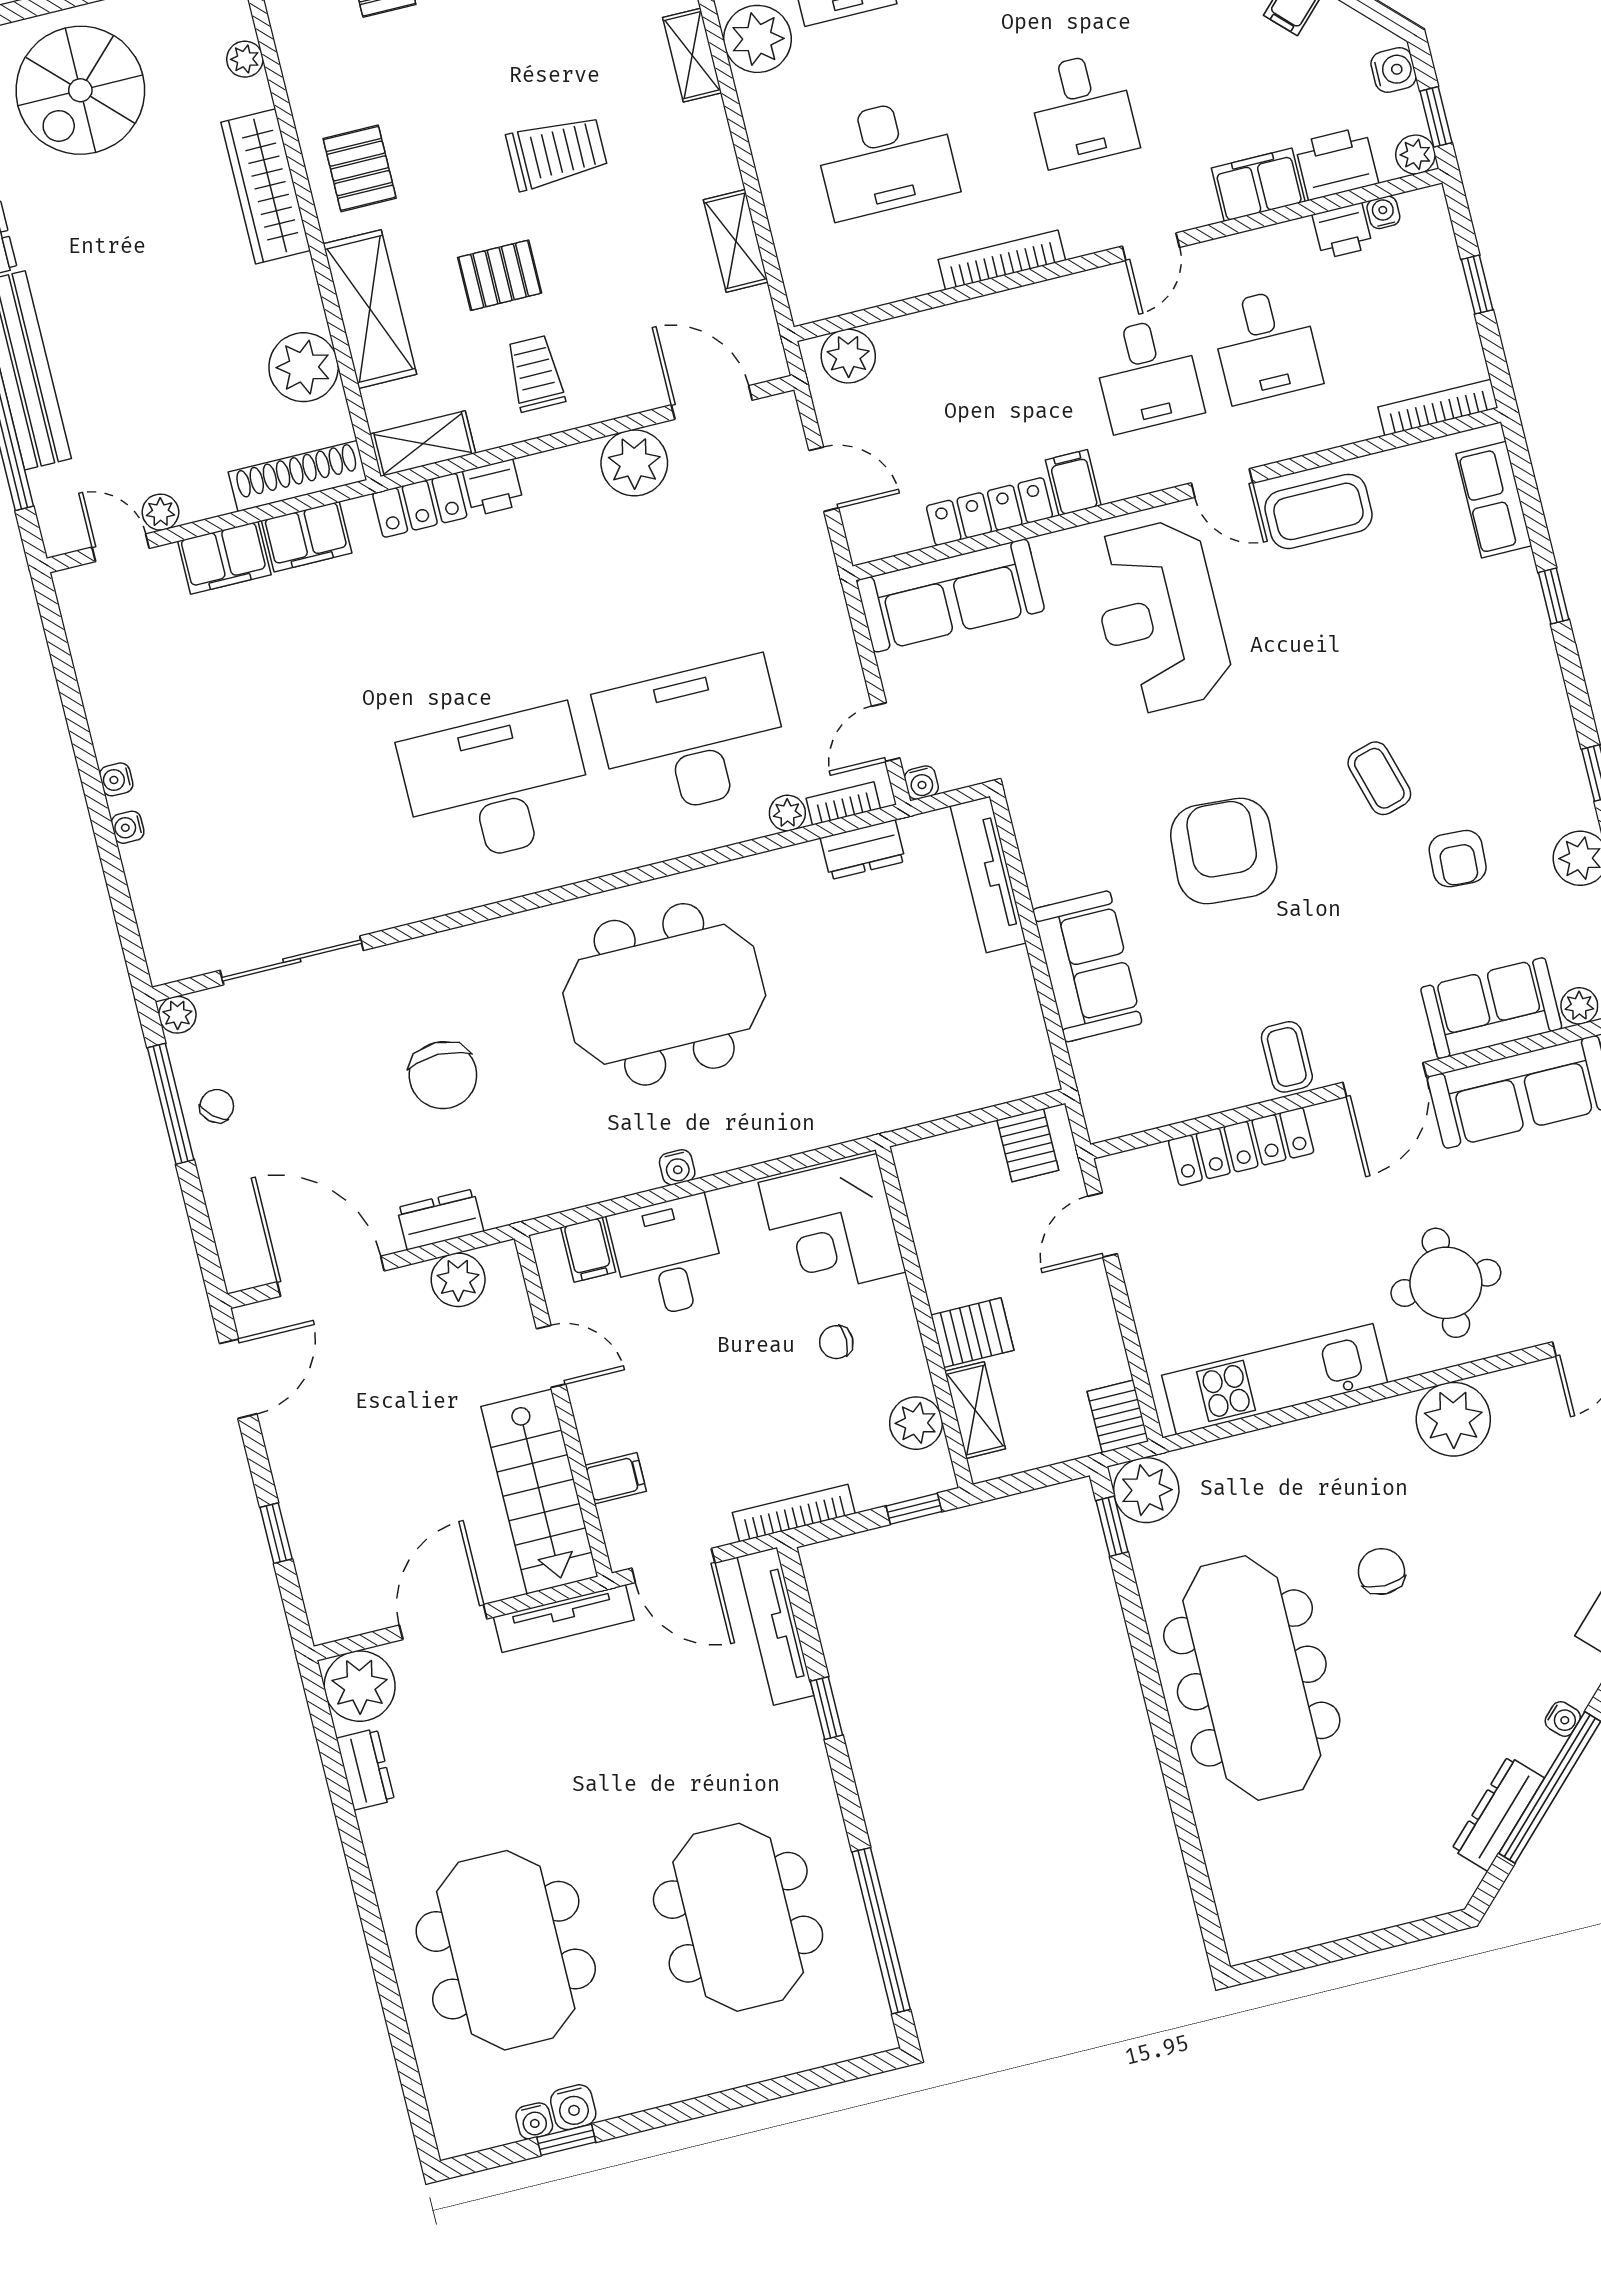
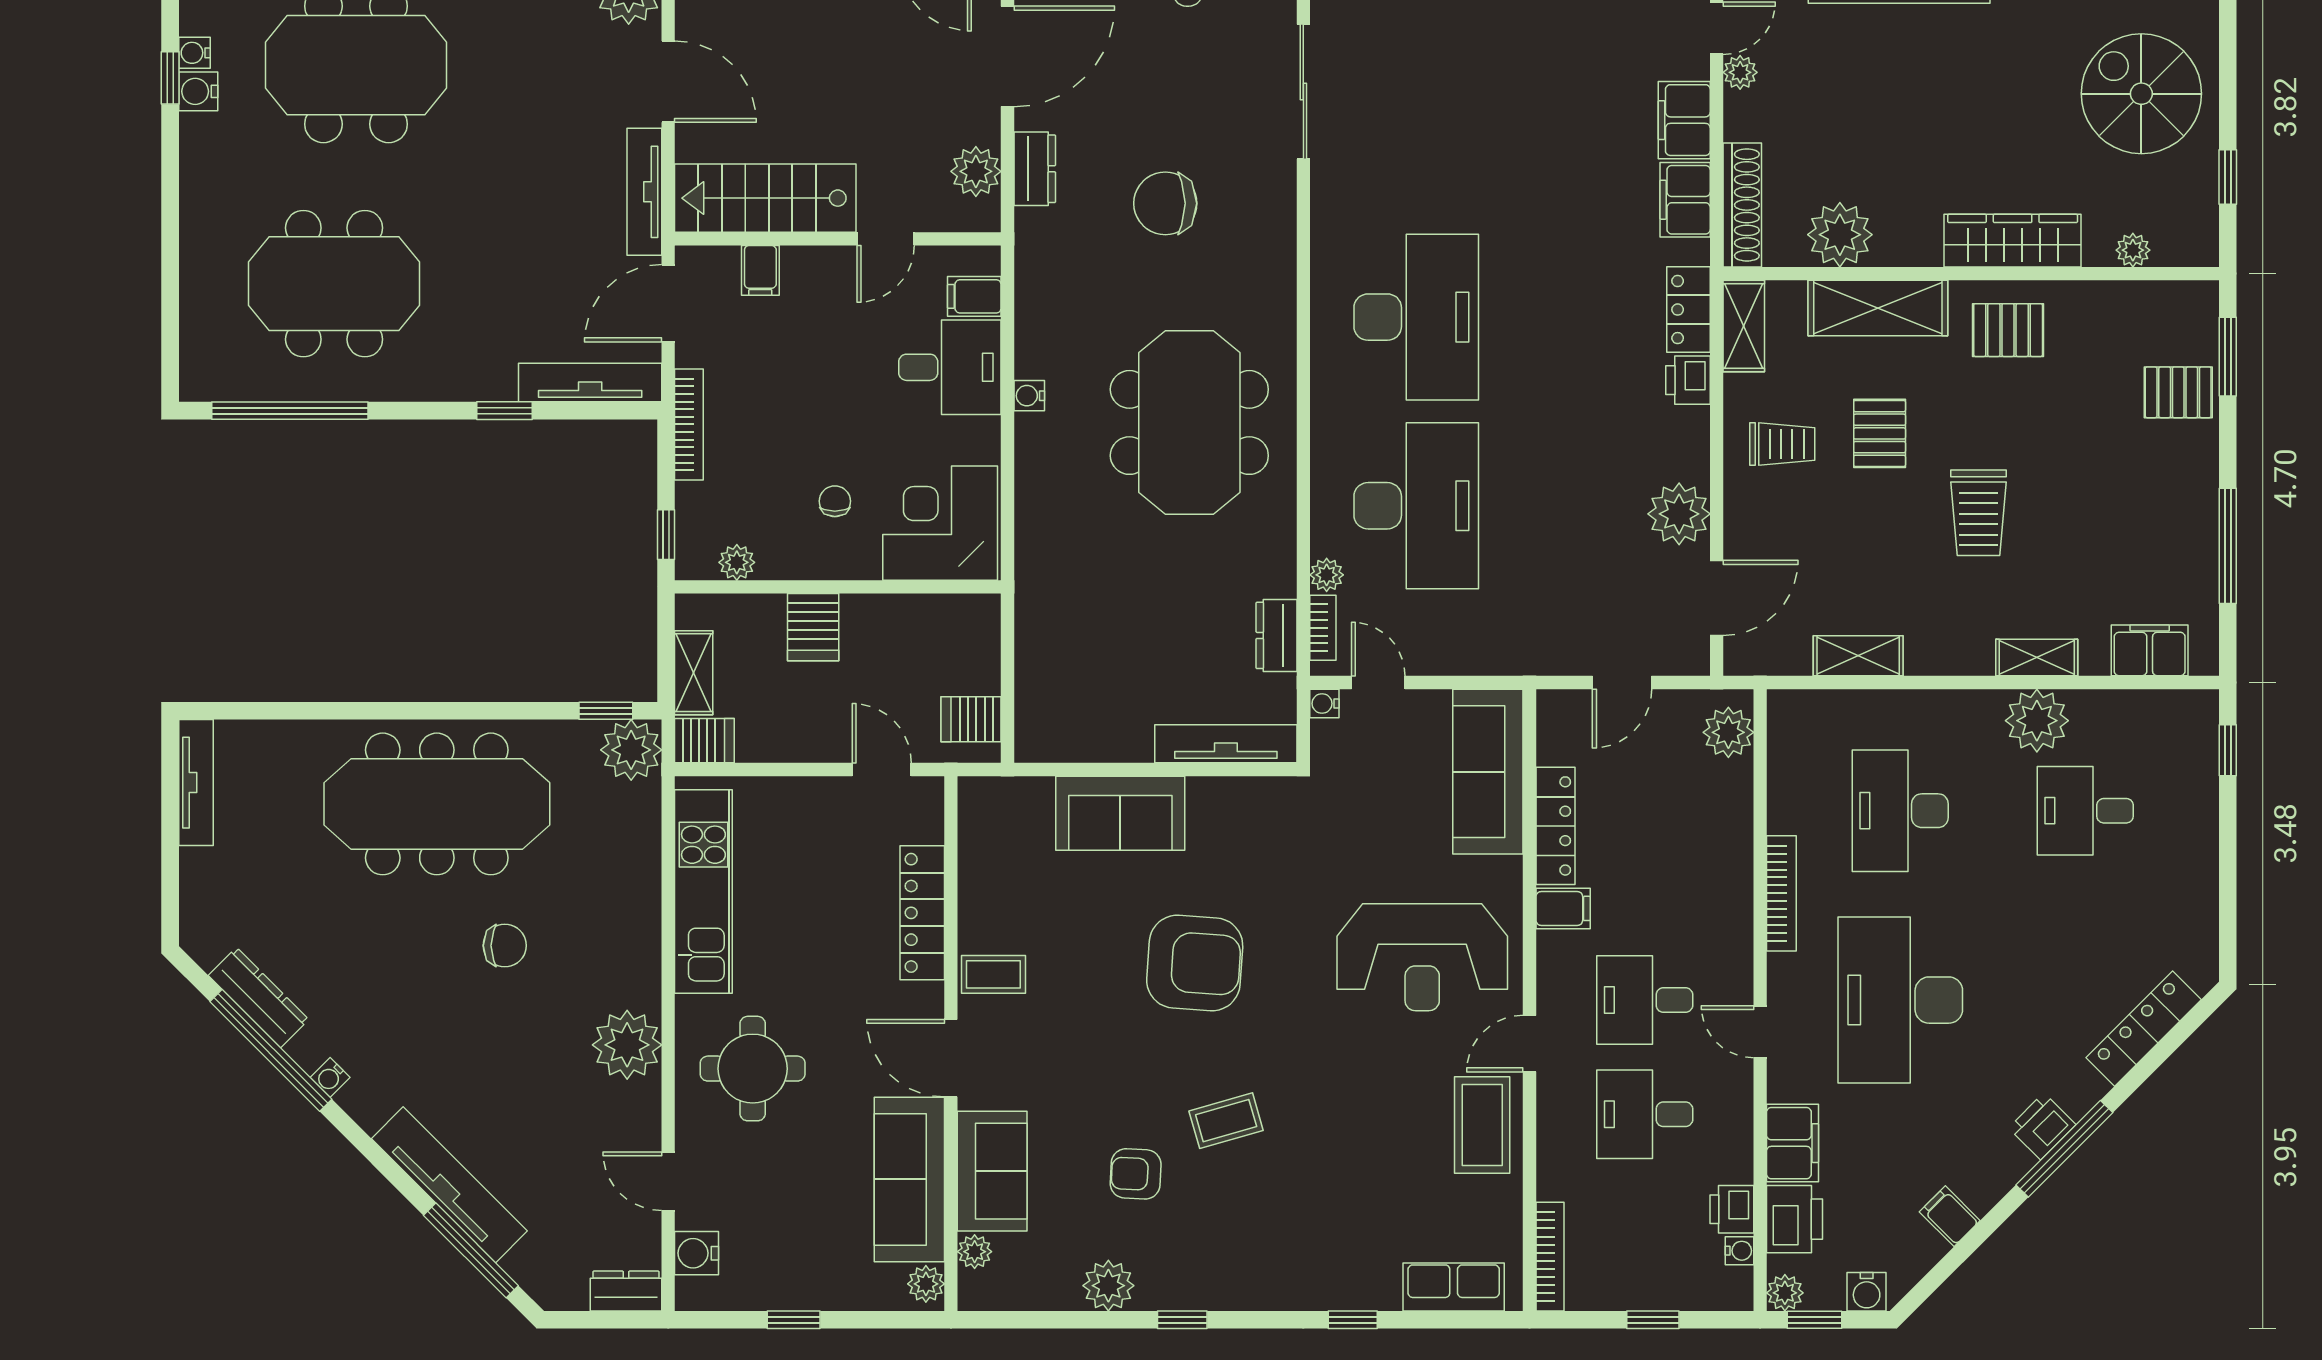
desk: (1082, 109) -> (1900, 1000), width x1.87, depth x1.30
reception desk: (1160, 616) -> (1422, 957), turned 180
shelving: (975, 1410) -> (694, 673), moved, turned 90
plant: (916, 1423) -> (737, 562), width x0.73, depth x0.73
tv unit: (1291, 1933) -> (196, 783), added

